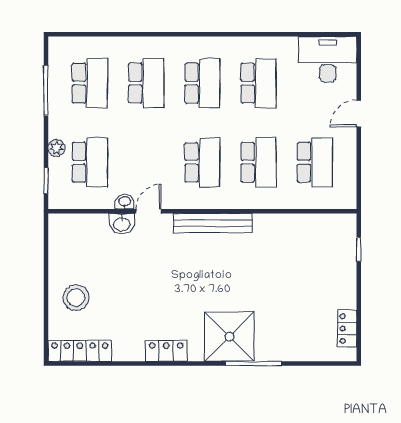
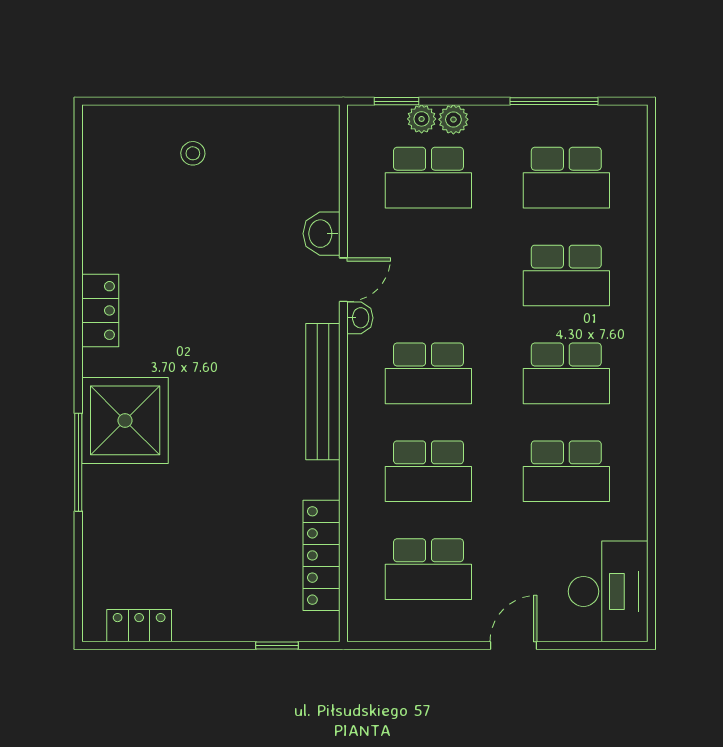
door: (359, 113) -> (514, 646), hinge flipped
plant: (56, 166) -> (422, 119), added
washbasin: (125, 202) -> (360, 318), moved
door: (149, 211) -> (343, 280), hinge flipped
stool: (76, 298) -> (193, 153), width x0.53, depth x0.53
locker: (80, 351) -> (321, 555), moved, turned 180

